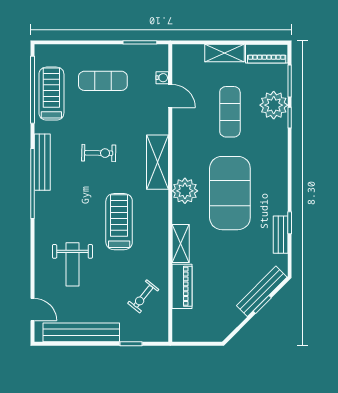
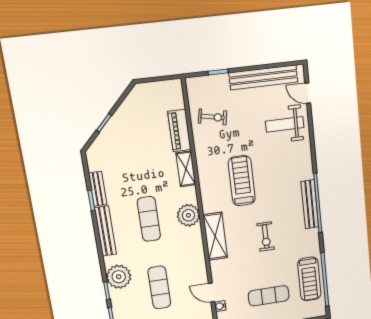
plant: (274, 105) -> (119, 277), moved
exercise bike: (99, 153) -> (266, 237), turned -91
bench: (42, 162) -> (310, 204), moved
exercise mat: (230, 193) -> (149, 219), width x0.50, depth x0.69
treadmill: (119, 222) -> (242, 181), turned 180
weight bench: (72, 264) -> (285, 124), moved, turned -90
bench: (262, 291) -> (105, 231), moved, turned -45
exercise bike: (143, 296) -> (213, 117), turned 62

